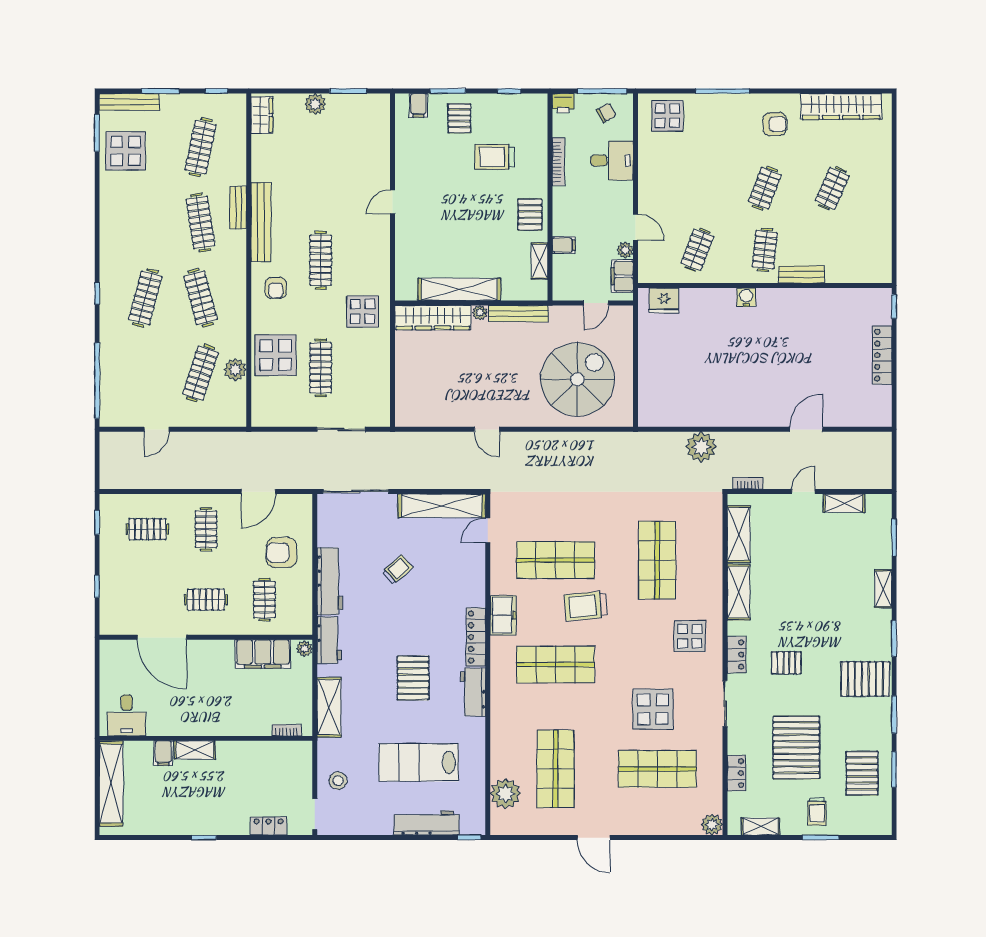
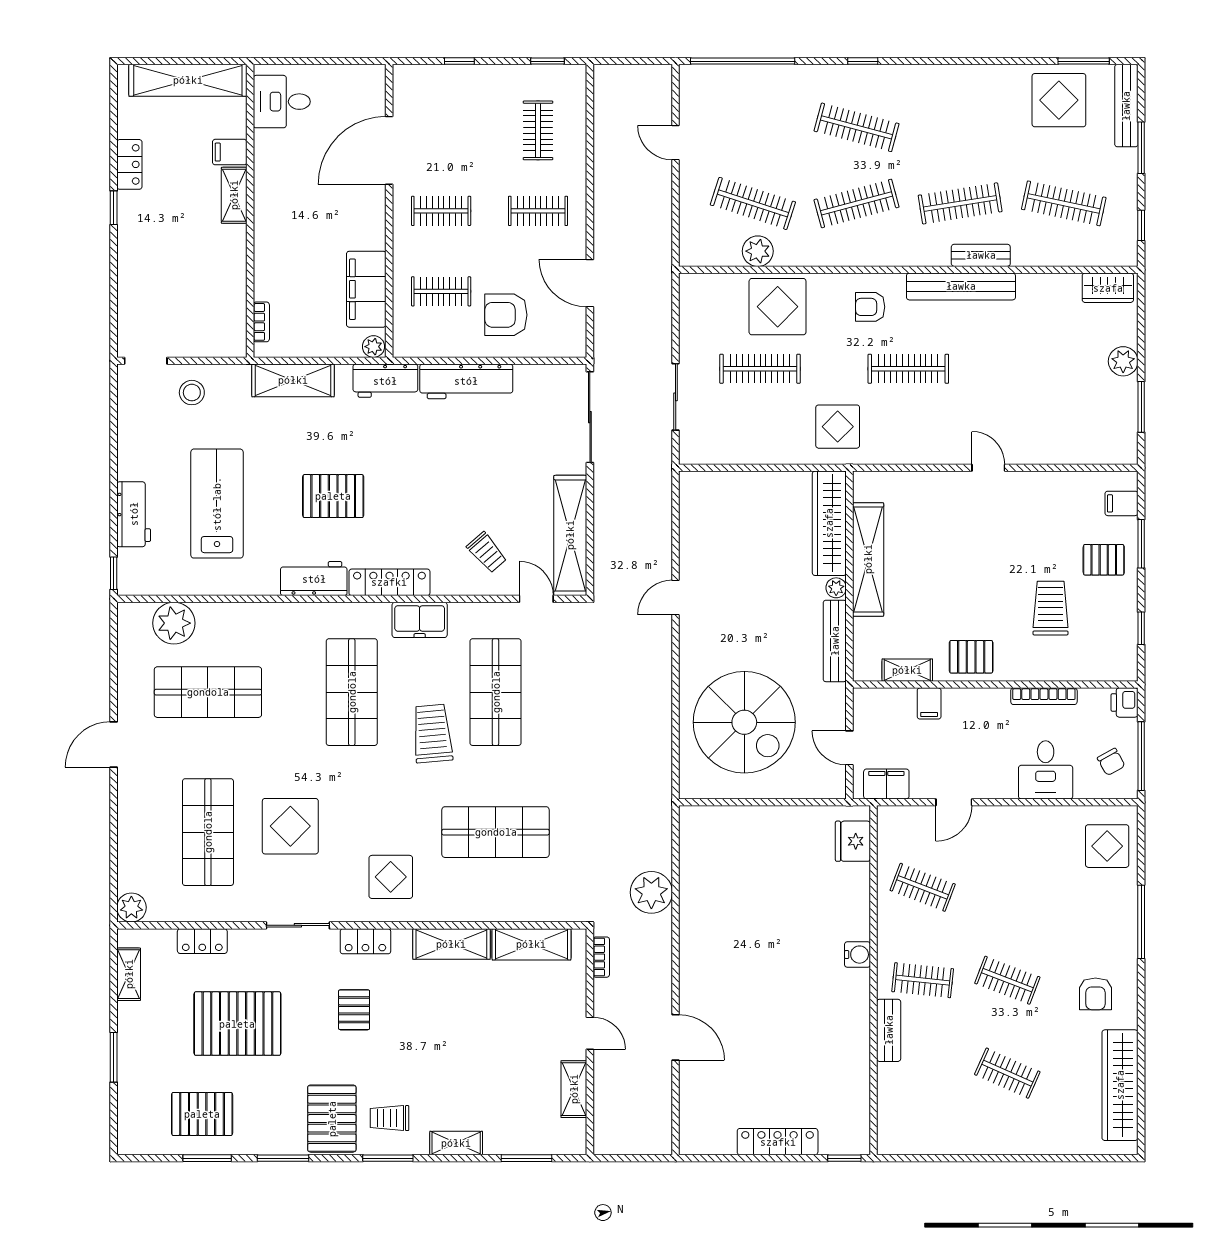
plant: (625, 250) -> (922, 788), removed
armchair: (281, 553) -> (506, 315), turned -90
trolley: (397, 570) -> (487, 552), moved
clothes rail: (206, 600) -> (441, 211), turned 90
trolley: (817, 811) -> (390, 1118), moved
workbench: (426, 823) -> (134, 514), width x0.73
locker: (269, 826) -> (129, 164), moved

